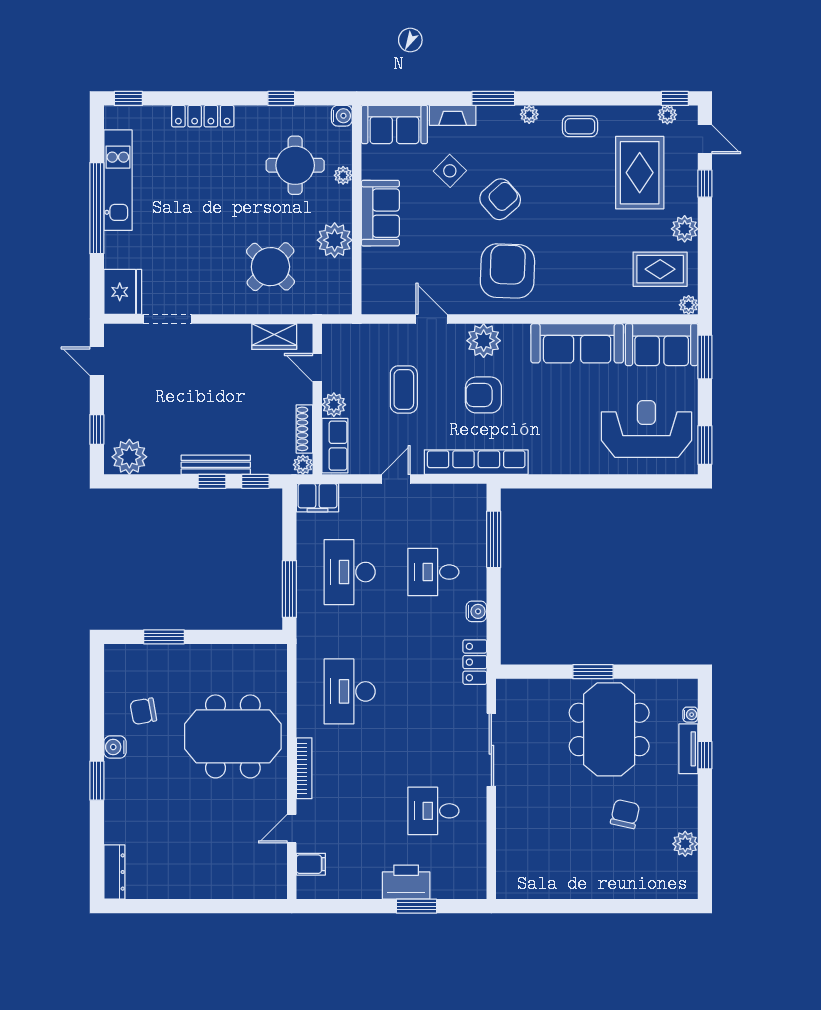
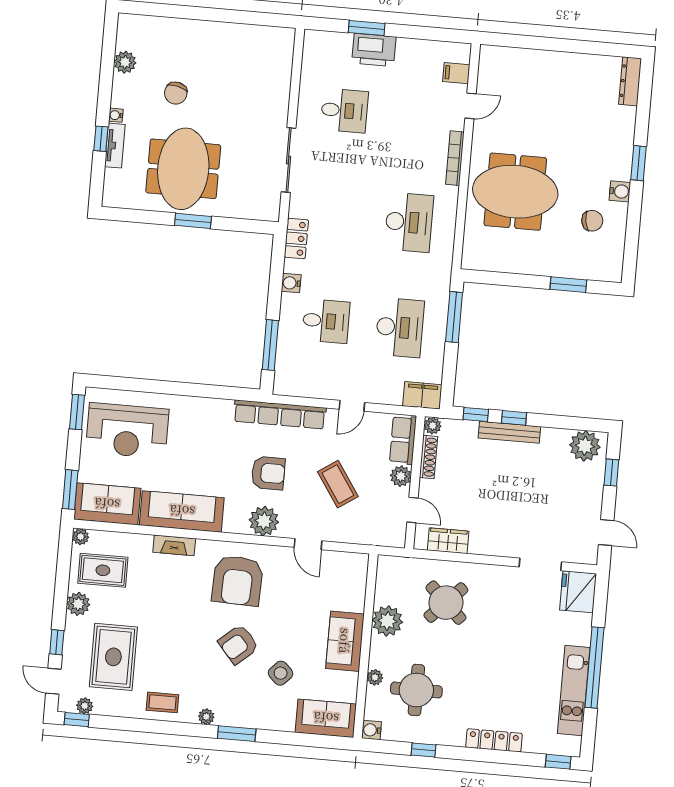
fireplace: (453, 115) -> (174, 545), moved, turned 180
coffee table: (404, 389) -> (338, 484), turned -34
water cooler: (690, 715) -> (116, 115), moved

